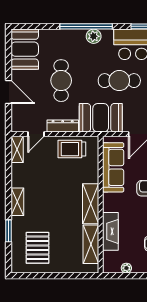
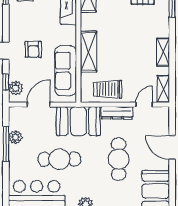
trolley: (72, 149) -> (108, 89), turned 180
shelving: (17, 202) -> (163, 52), moved
shelving: (91, 204) -> (89, 51), moved

